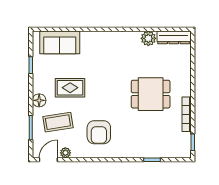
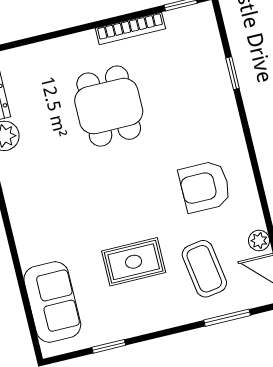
rug: (70, 88) -> (134, 262), turned 90
floor lamp: (39, 100) -> (172, 314), removed
armchair: (99, 132) -> (205, 187), turned 180

